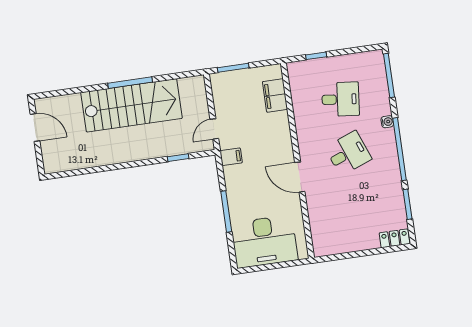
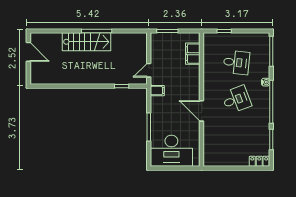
stairs: (131, 105) -> (87, 42), width x0.73, depth x0.66

